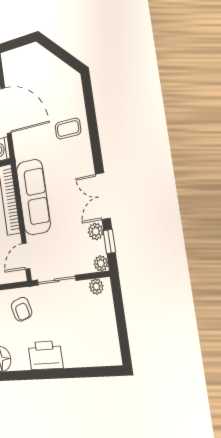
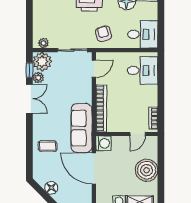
floor lamp: (54, 67) -> (51, 188), added
sofa: (33, 197) -> (82, 128), moved
plant: (101, 263) -> (42, 62), width x1.88, depth x1.88

